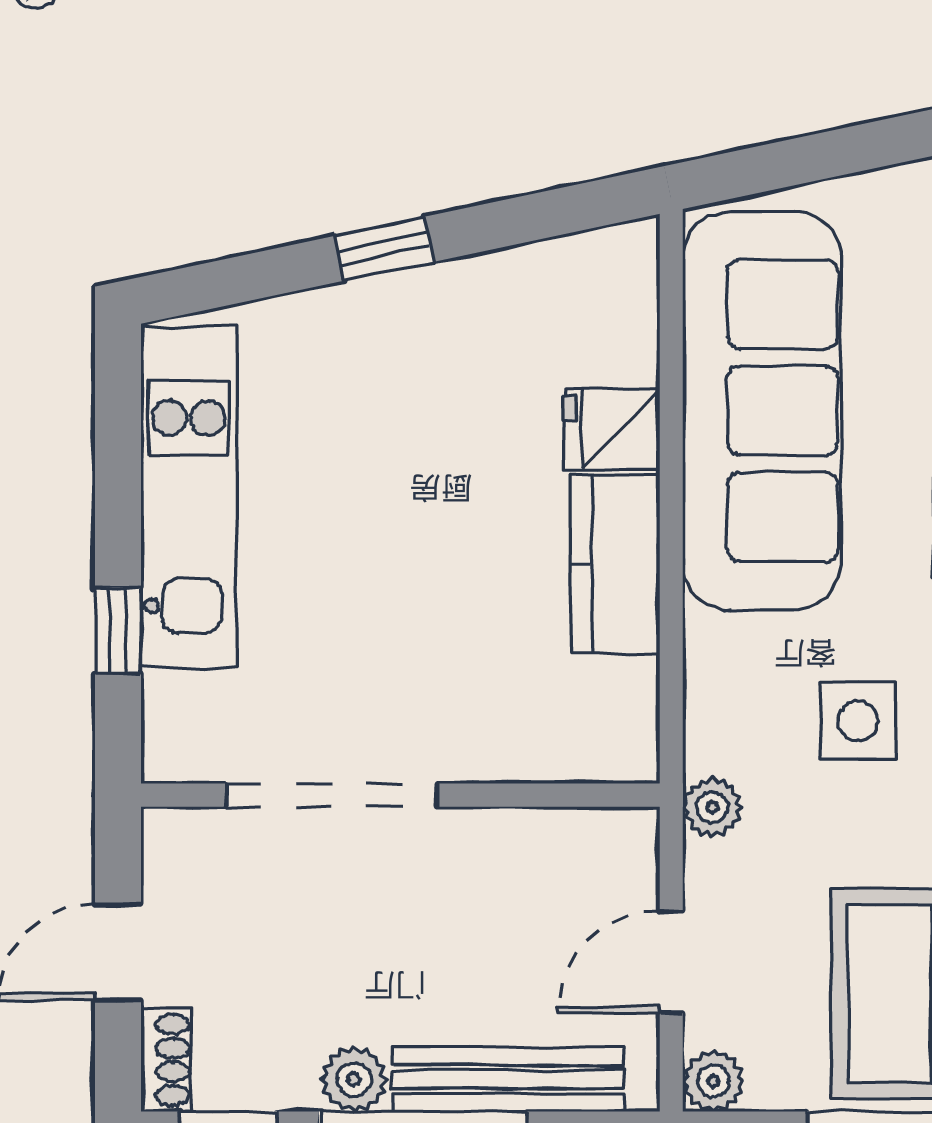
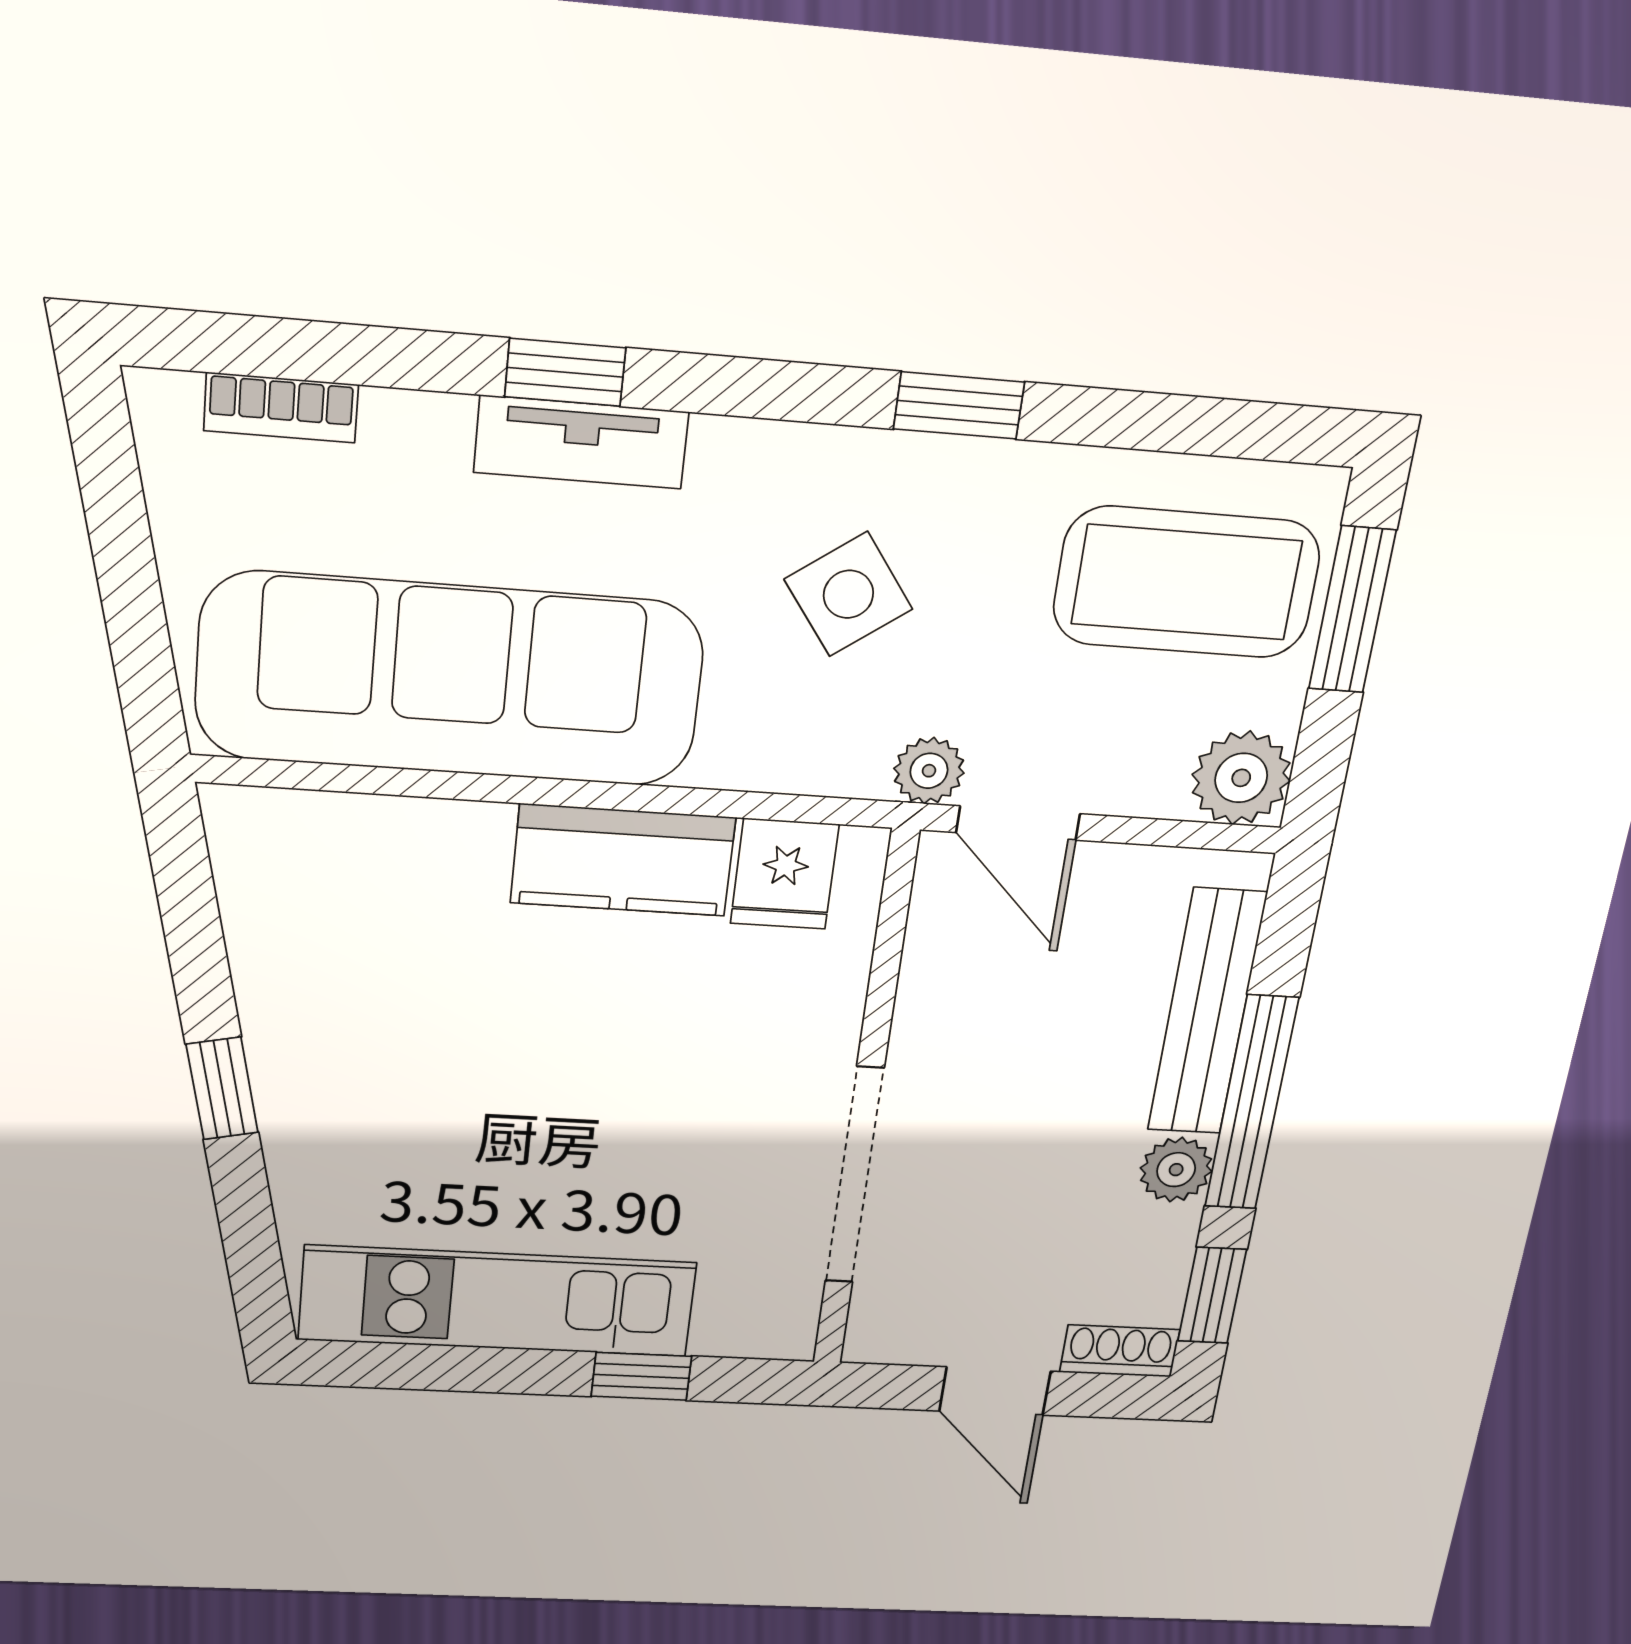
fridge: (612, 429) -> (785, 874), moved
side table: (858, 721) -> (848, 594), turned -36
door: (671, 962) -> (1018, 823), moved
plant: (713, 1081) -> (1241, 778), width x1.38, depth x1.38

